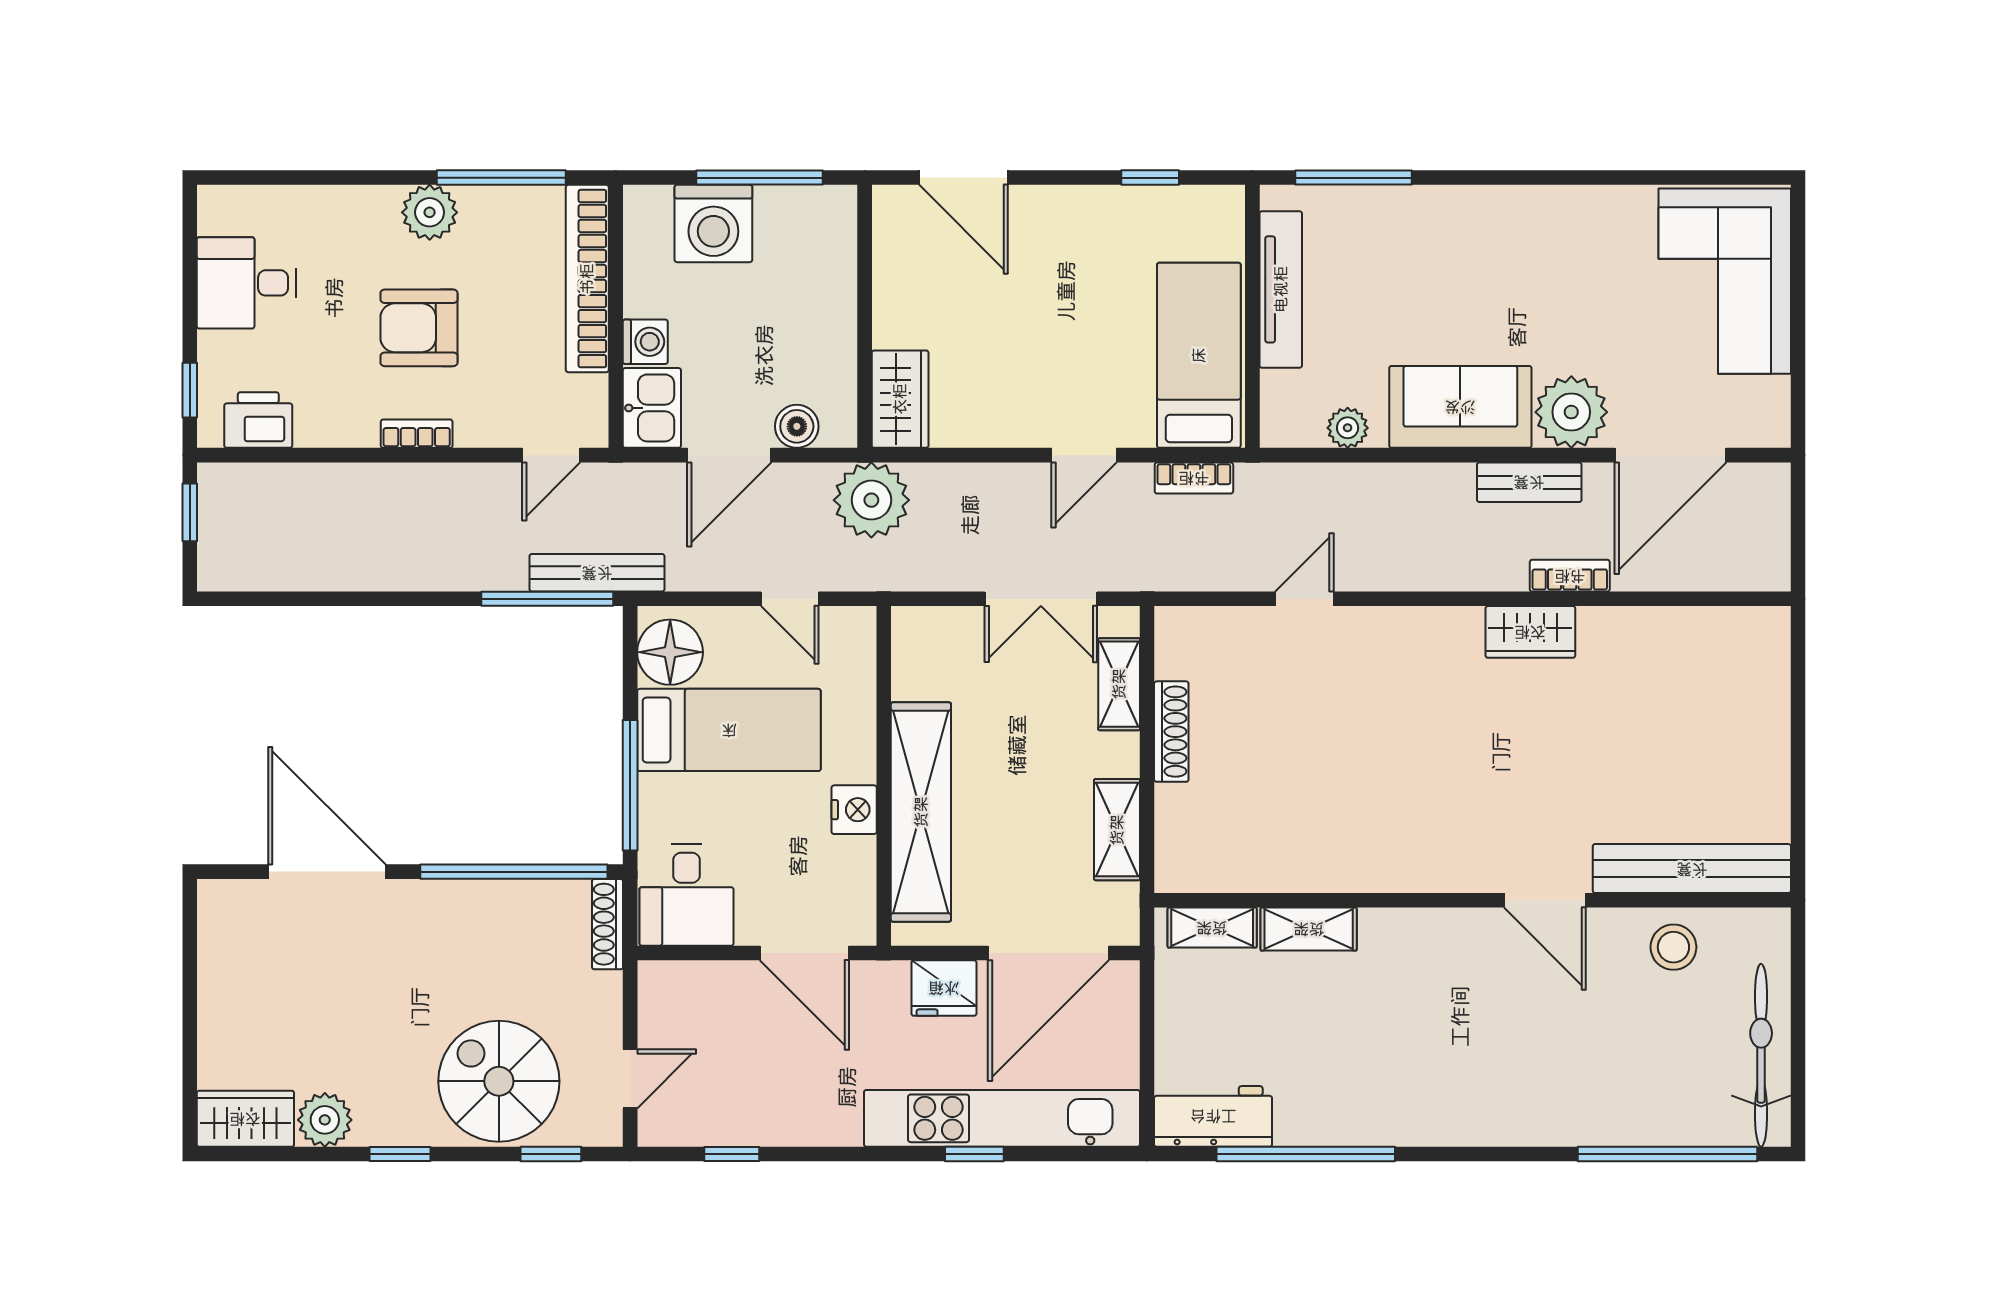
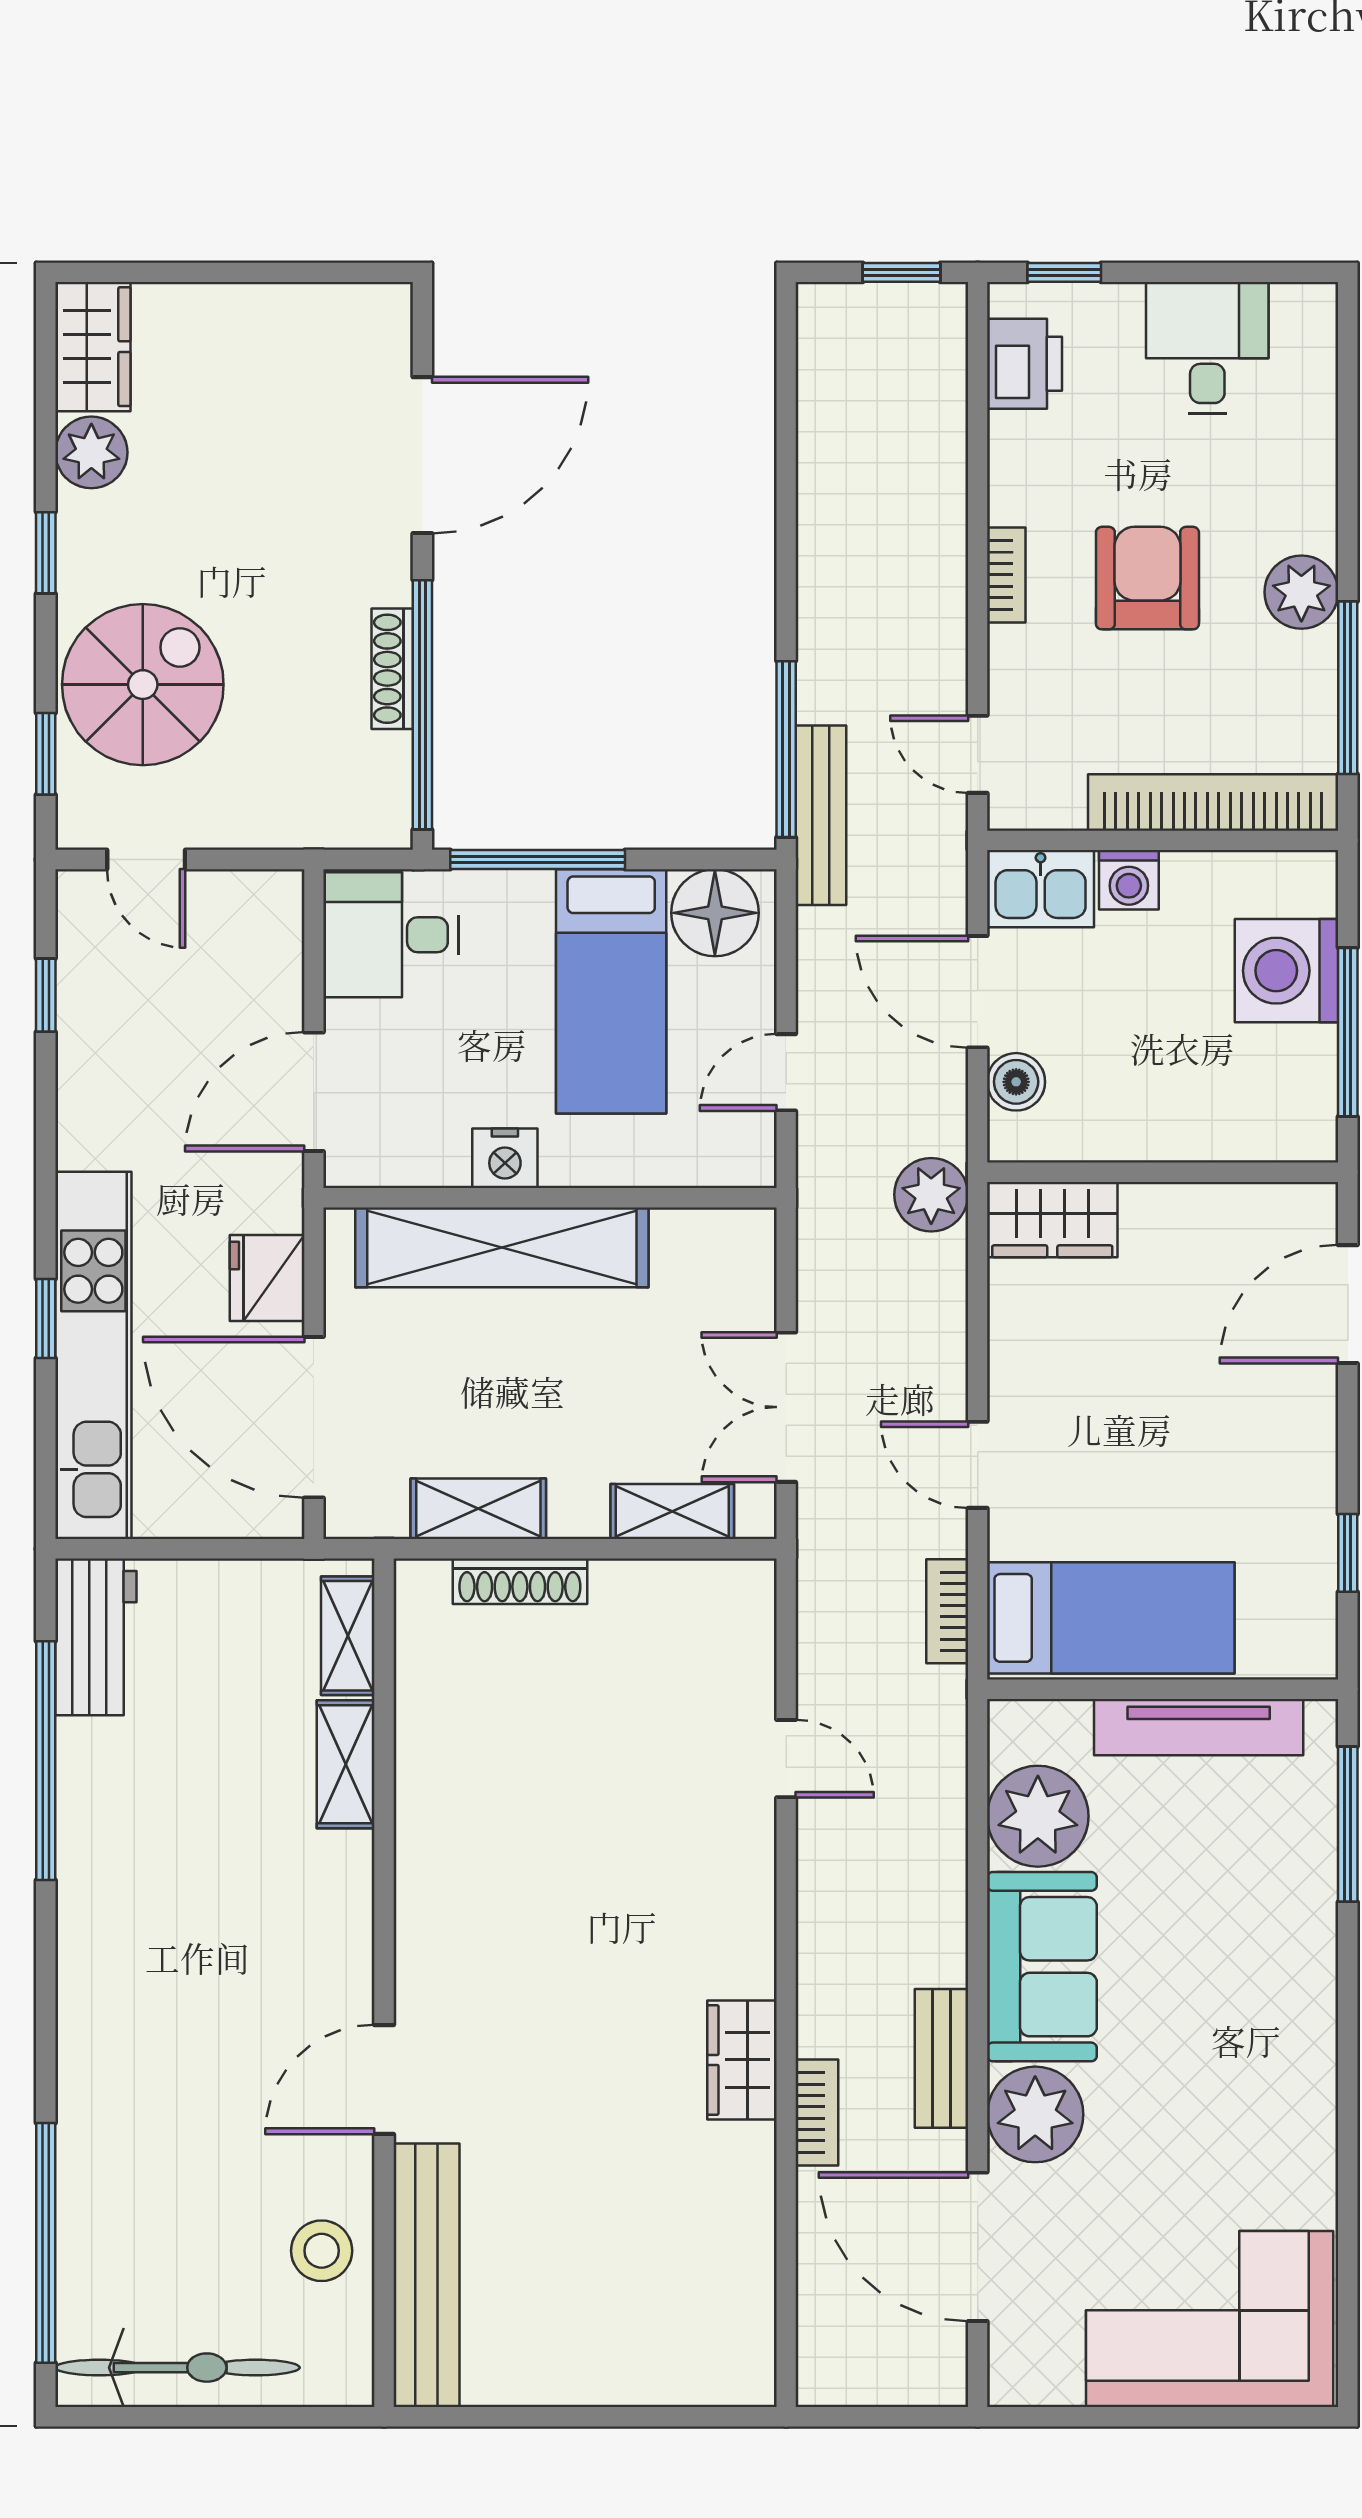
plant: (1348, 428) -> (1038, 1816), width x1.87, depth x1.87
plant: (871, 500) -> (931, 1195), width x0.73, depth x0.73
shoe rack: (1171, 732) -> (520, 1581), moved
shoe rack: (607, 924) -> (392, 669), moved, turned -90

